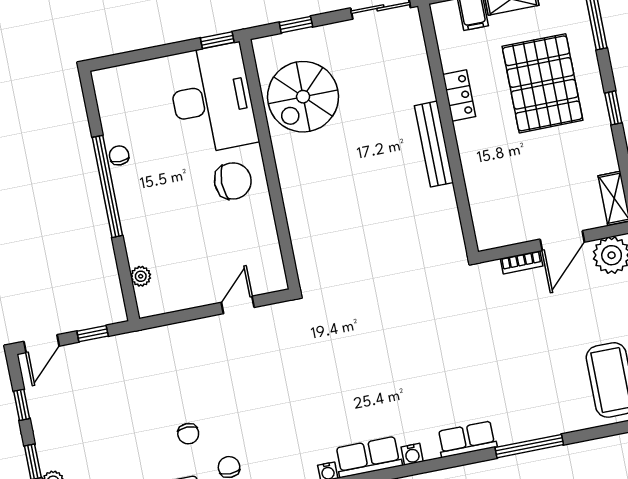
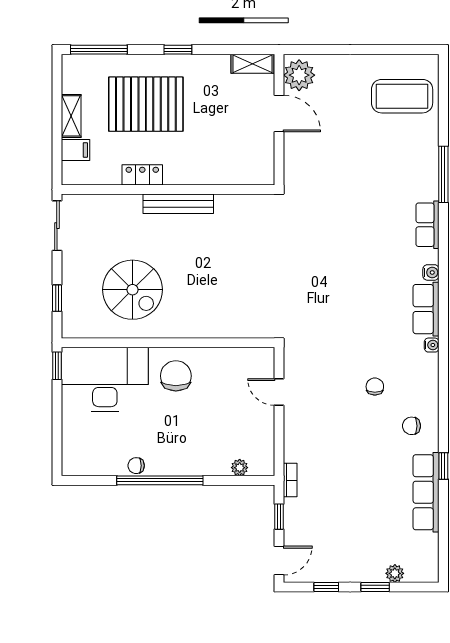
spiral stairs: (303, 97) -> (132, 290), moved
bookcase: (522, 262) -> (290, 480), moved
door: (42, 344) -> (279, 560), hinge flipped
chair: (188, 434) -> (375, 387), moved, turned -90

